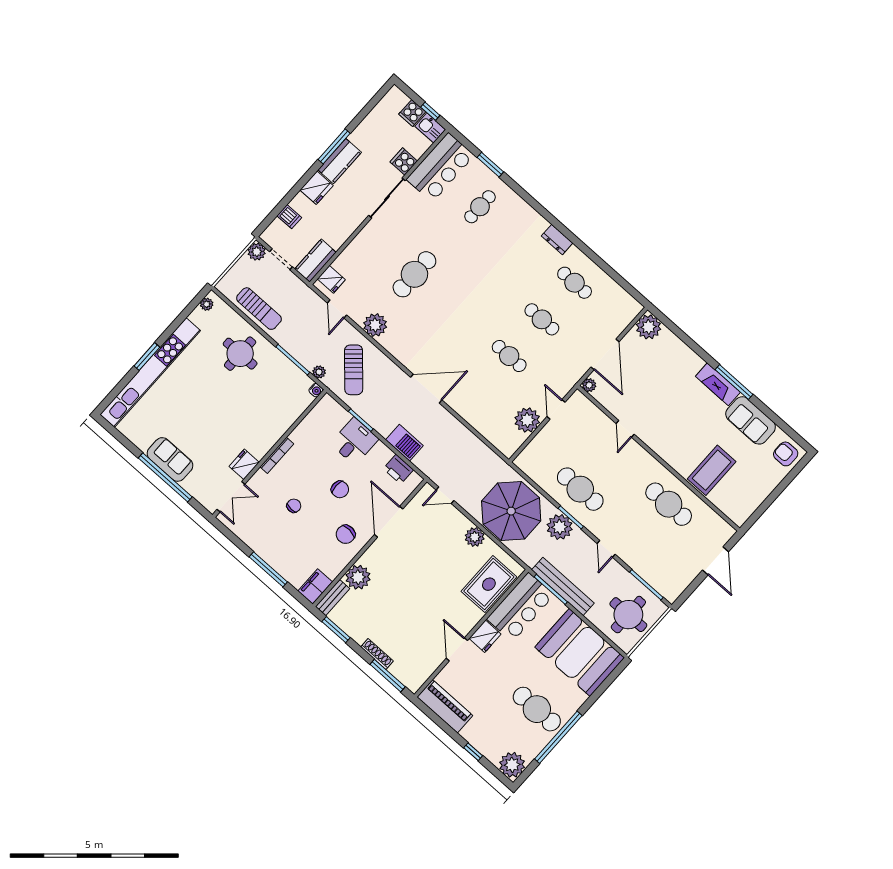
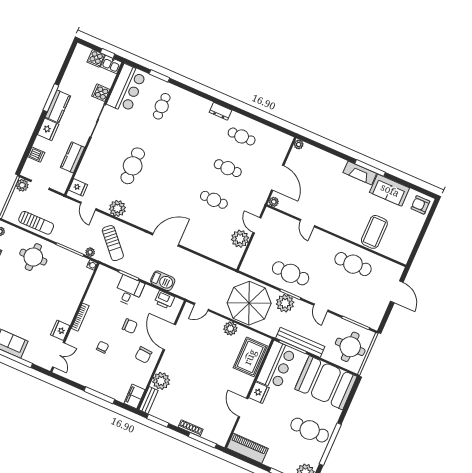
kitchen counter: (315, 261) -> (73, 157), moved
plant: (649, 327) -> (299, 144), width x0.53, depth x0.53

